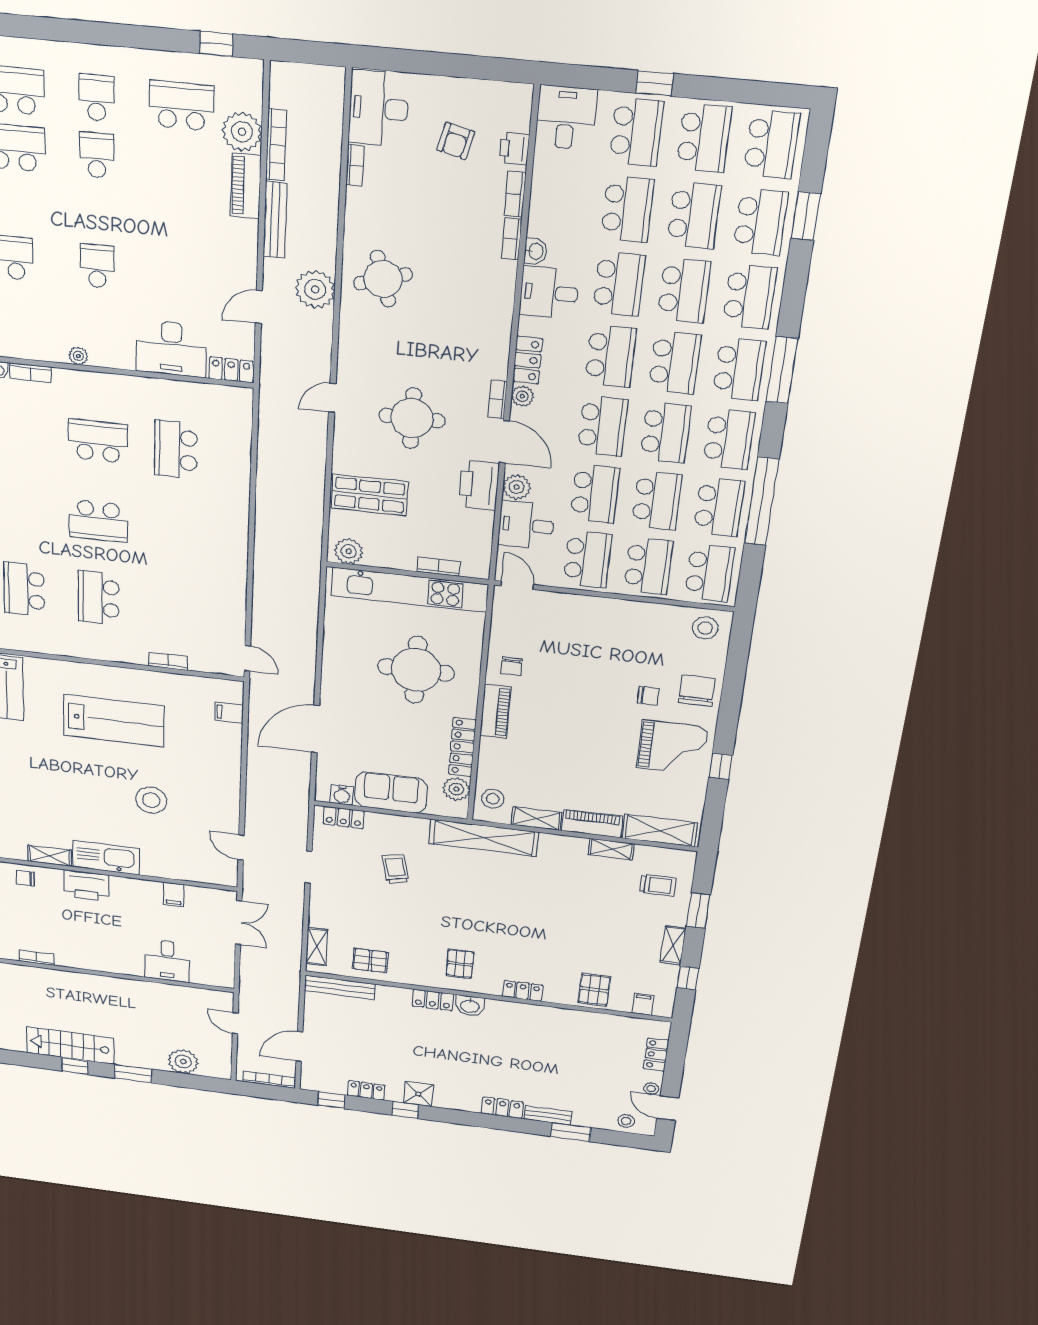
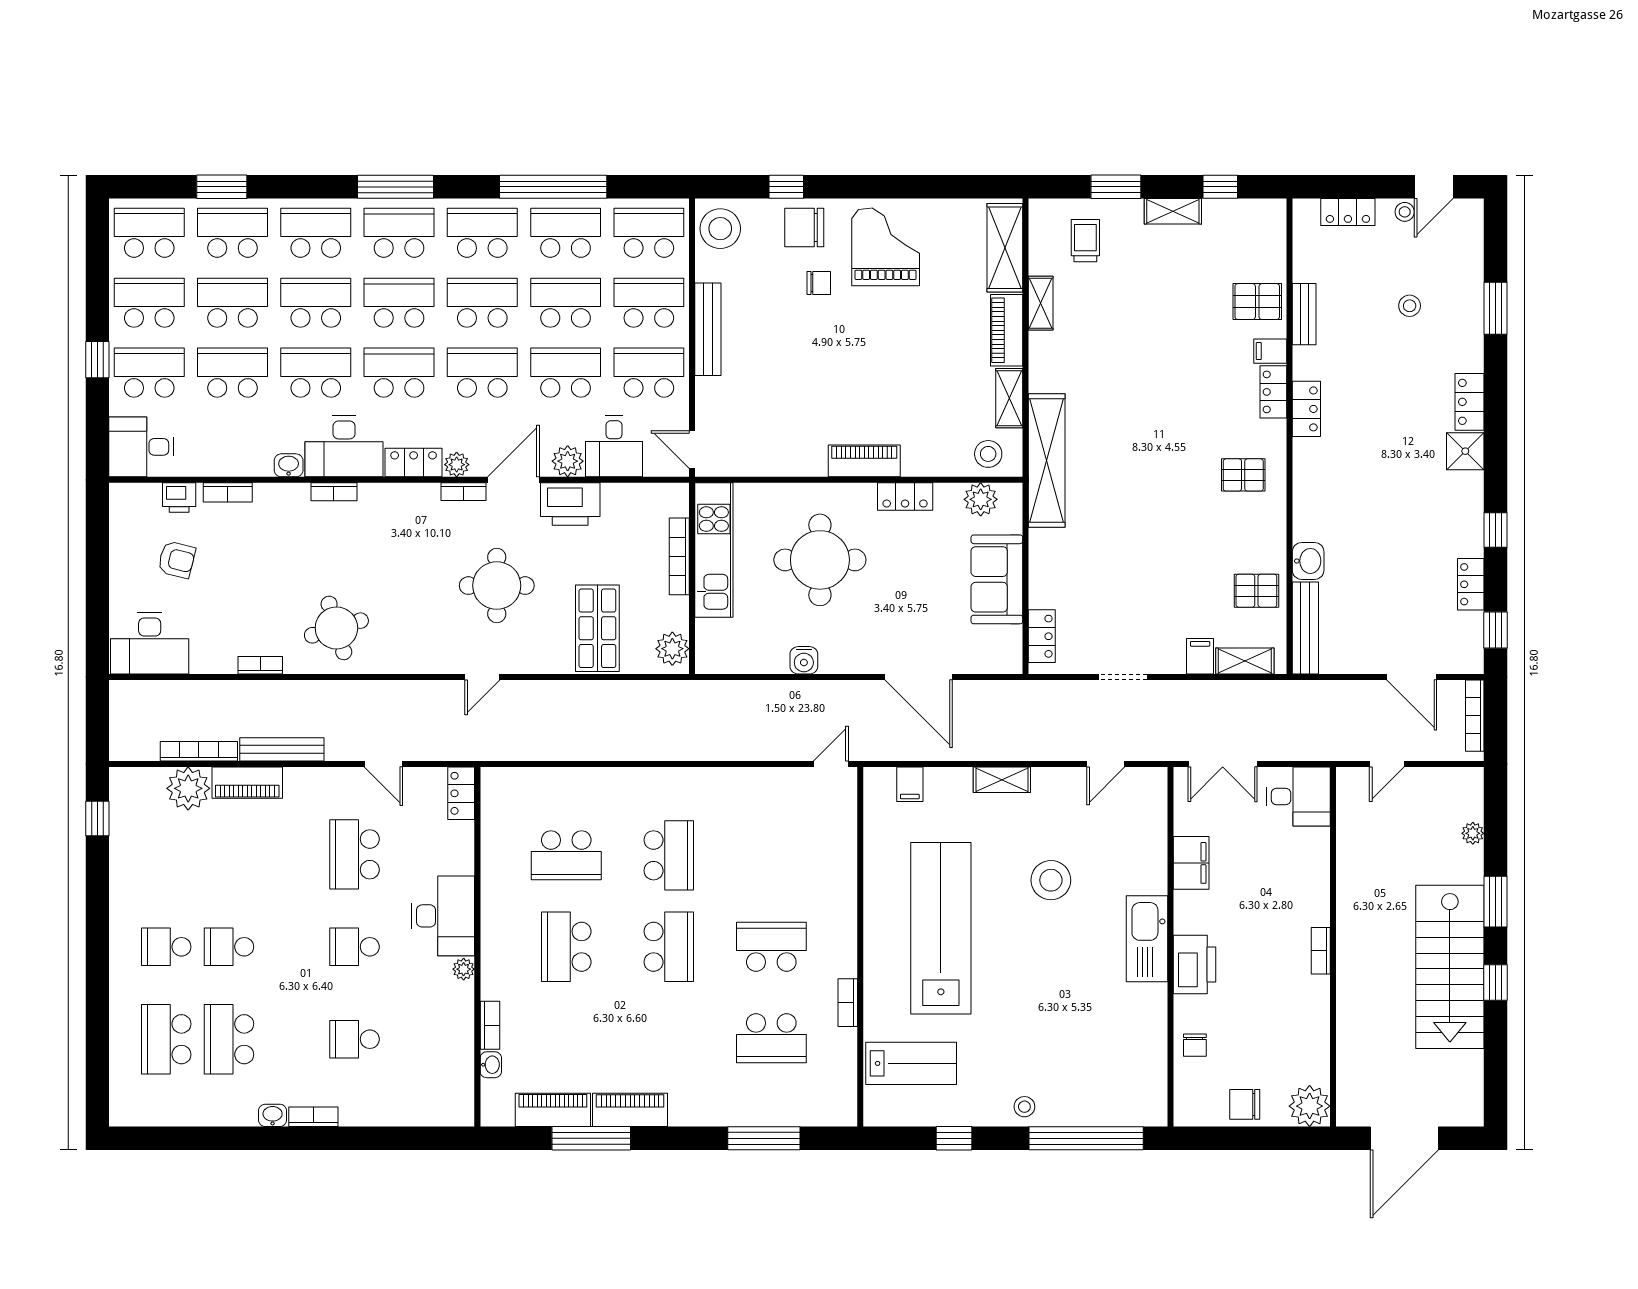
school desk: (182, 106) -> (354, 854), moved
bookcase: (355, 165) -> (260, 665), moved
bookcase: (512, 239) -> (334, 492), moved
plant: (315, 289) -> (356, 702), removed
desk: (549, 293) -> (344, 446), width x1.37
desk: (171, 349) -> (443, 916), moved
door: (332, 398) -> (482, 677), hinge flipped
school desk: (175, 529) -> (669, 855), added
bookcase: (439, 567) -> (679, 556), width x1.56
door: (517, 585) -> (692, 450), hinge flipped
kitchen unit: (409, 590) -> (714, 550), width x0.73
school desk: (99, 598) -> (771, 947), turned 180
bench: (619, 609) -> (708, 329), added
stool: (705, 628) -> (720, 229), width x1.38, depth x1.38
bookcase: (168, 661) -> (848, 1003), moved
chair: (512, 666) -> (800, 447), removed
chair: (648, 696) -> (819, 283), turned 90
lab bench: (114, 721) -> (941, 928), width x1.36
locker: (462, 747) -> (905, 497), width x0.66
window: (721, 766) -> (786, 187), moved
water cooler: (342, 795) -> (804, 660), moved, turned 90
shelving: (50, 856) -> (1002, 780), moved, turned 90
trolley: (396, 869) -> (1109, 567), removed
filing cabinet: (174, 894) -> (1191, 863), width x2.00
filing cabinet: (322, 919) -> (1200, 656), added
double door: (239, 923) -> (1223, 764), swing flipped
bookcase: (36, 958) -> (1321, 951), moved
desk: (167, 961) -> (1298, 796), moved
pallet: (370, 961) -> (1256, 591), turned 90
locker: (433, 1000) -> (1306, 409), moved
filing cabinet: (643, 1004) -> (1270, 351), moved
washbasin: (470, 1006) -> (1308, 561), moved
stairs: (70, 1045) -> (1450, 967), width x1.36, depth x1.51
plant: (183, 1062) -> (1473, 833), width x0.53, depth x0.53
shower: (418, 1094) -> (1465, 451), moved
bench: (548, 1115) -> (1304, 314), moved
stool: (626, 1121) -> (1410, 306), moved

